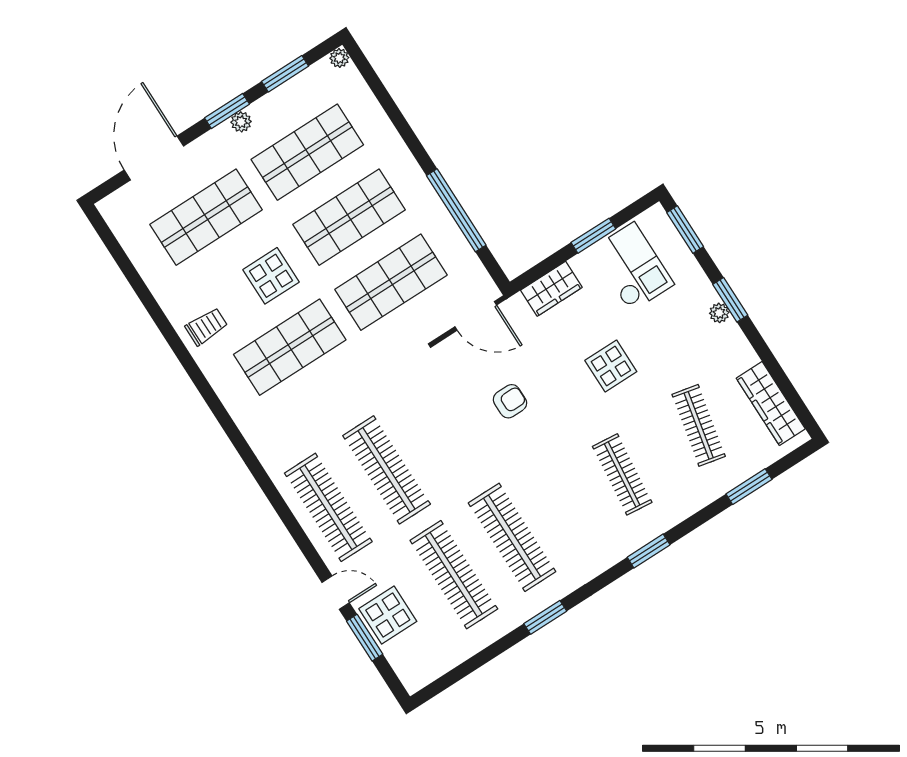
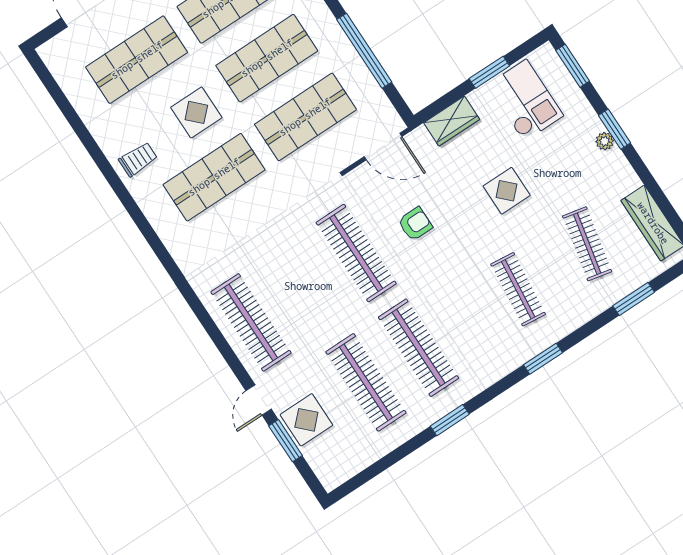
clothes rail: (387, 470) -> (356, 253), moved
door: (336, 593) -> (259, 400), swing flipped

